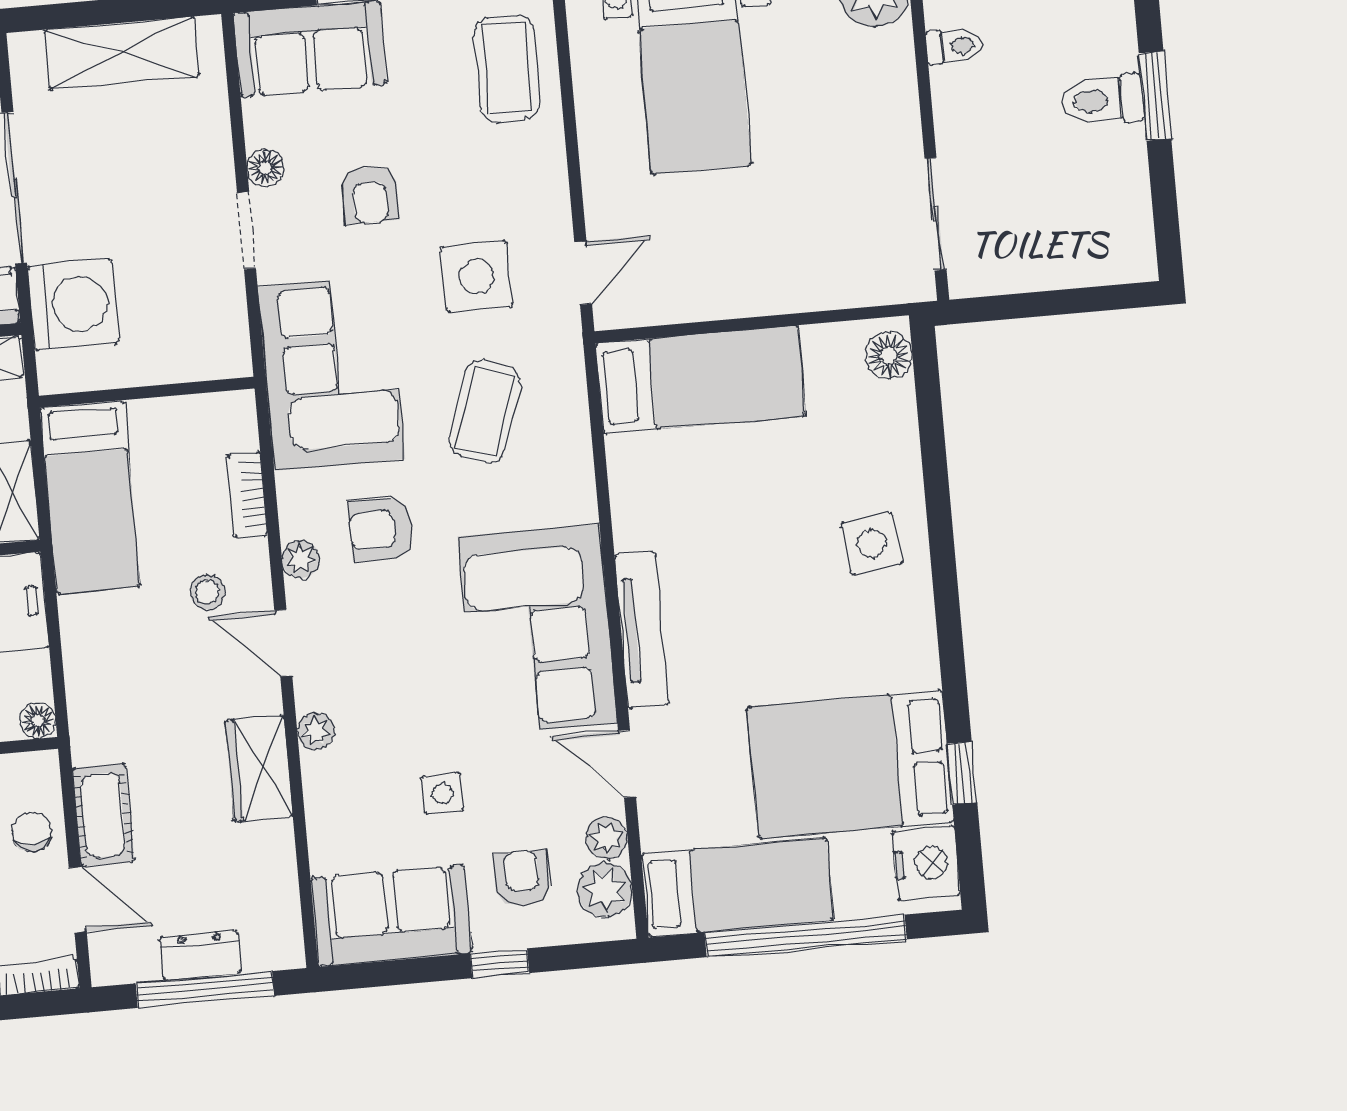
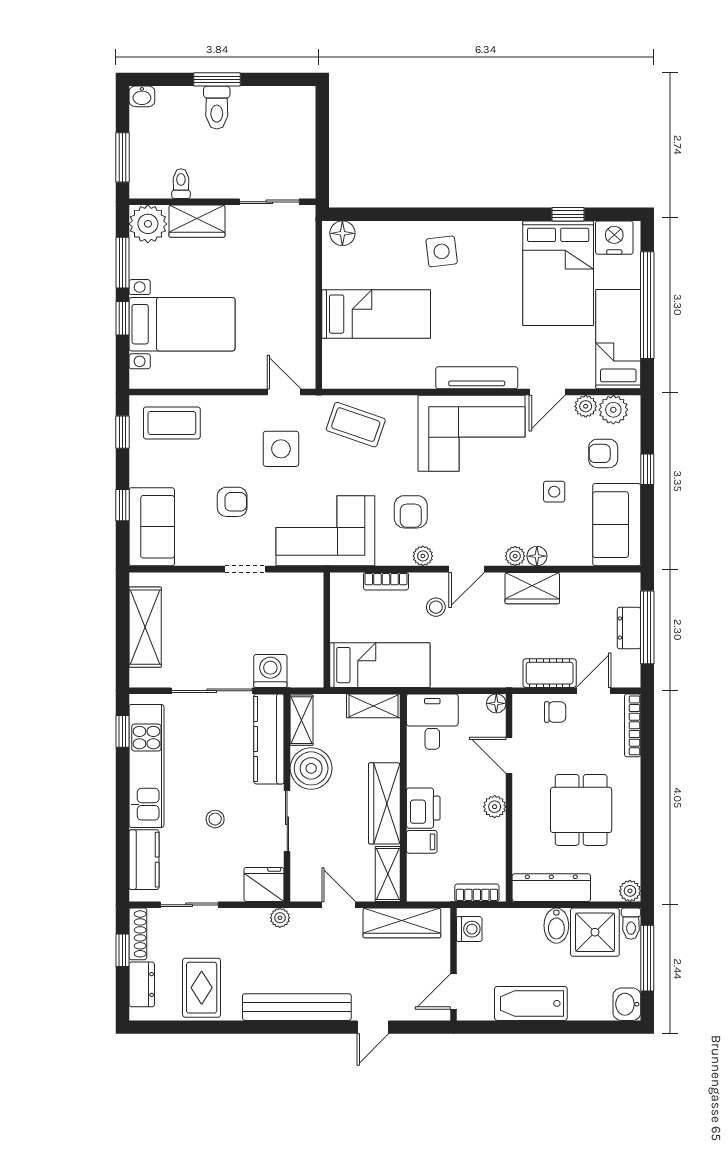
wardrobe: (887, 82) -> (197, 221), added
floor lamp: (265, 168) -> (537, 556), moved
washing machine: (73, 304) -> (270, 671), width x0.73, depth x0.73
bed: (701, 380) -> (376, 314), moved, turned 90
coffee table: (485, 412) -> (356, 425), moved
chair: (32, 832) -> (555, 712), turned 180

